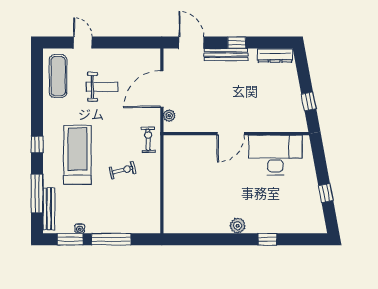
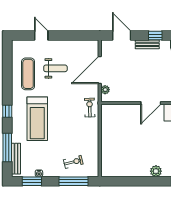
bench: (226, 55) -> (147, 44), width x0.73
exercise mat: (58, 76) -> (28, 74), moved
treadmill: (78, 155) -> (37, 119), turned 180
exercise bike: (122, 170) -> (73, 162), moved
window: (111, 239) -> (74, 181), moved

